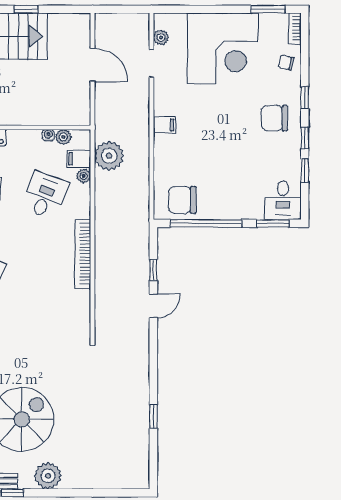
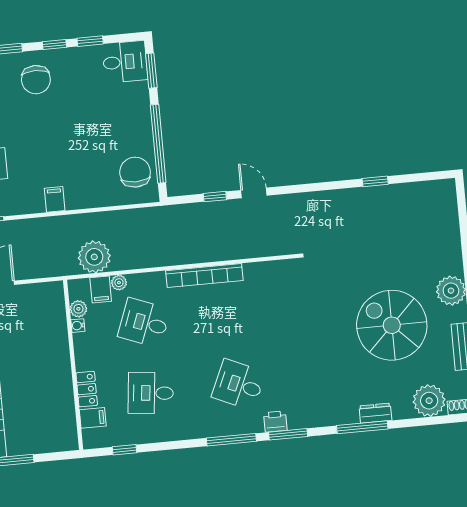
chair: (182, 200) -> (135, 172), turned 180

